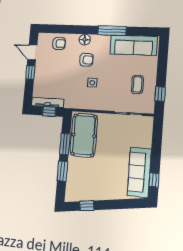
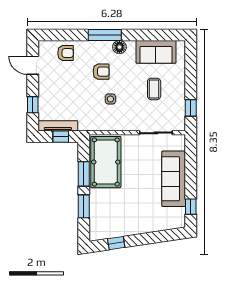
window: (112, 31) -> (105, 35), moved
floor lamp: (85, 40) -> (119, 47), moved
sofa: (134, 45) -> (156, 52), width x0.73
window: (30, 72) -> (33, 105), moved
coffee table: (137, 85) -> (154, 89), moved
sofa: (139, 172) -> (174, 179), moved

